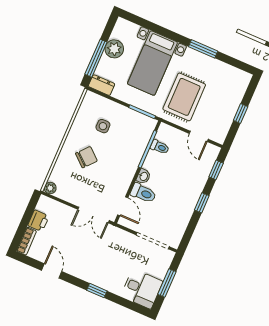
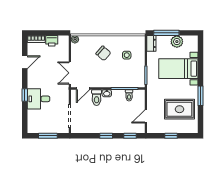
rug: (184, 97) -> (179, 109), moved
desk: (142, 289) -> (38, 99), moved, turned 90

